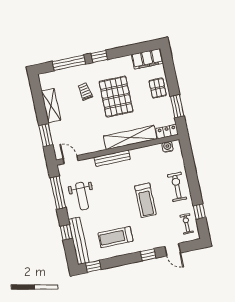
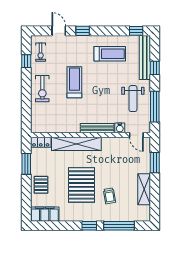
water cooler: (167, 147) -> (120, 128), moved
weight bench: (82, 196) -> (133, 99), turned 180

